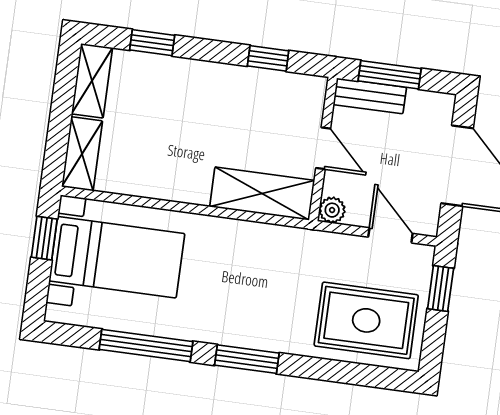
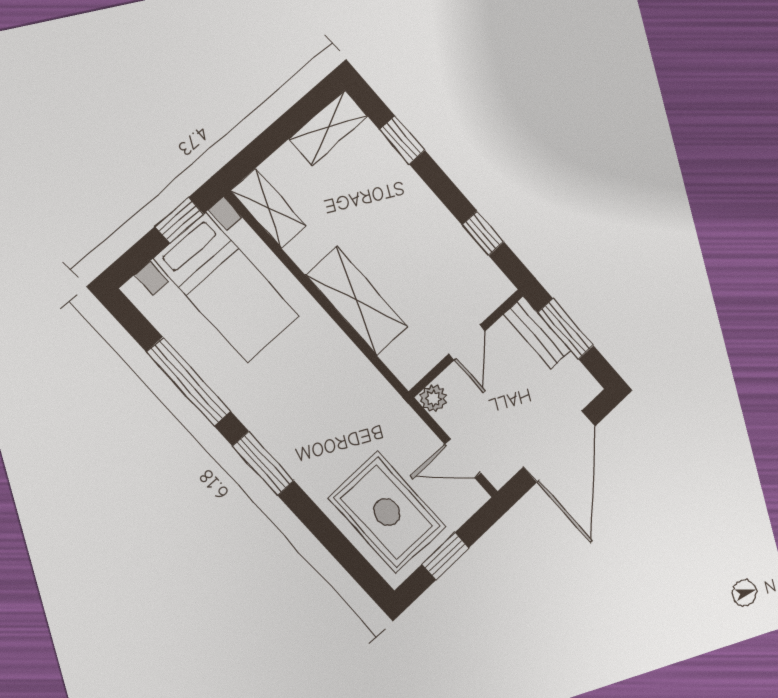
shelving: (82, 154) -> (268, 208), moved, turned 90
shelving: (262, 194) -> (357, 301), moved
door: (390, 235) -> (463, 458), swing flipped
window: (441, 288) -> (445, 556), moved

